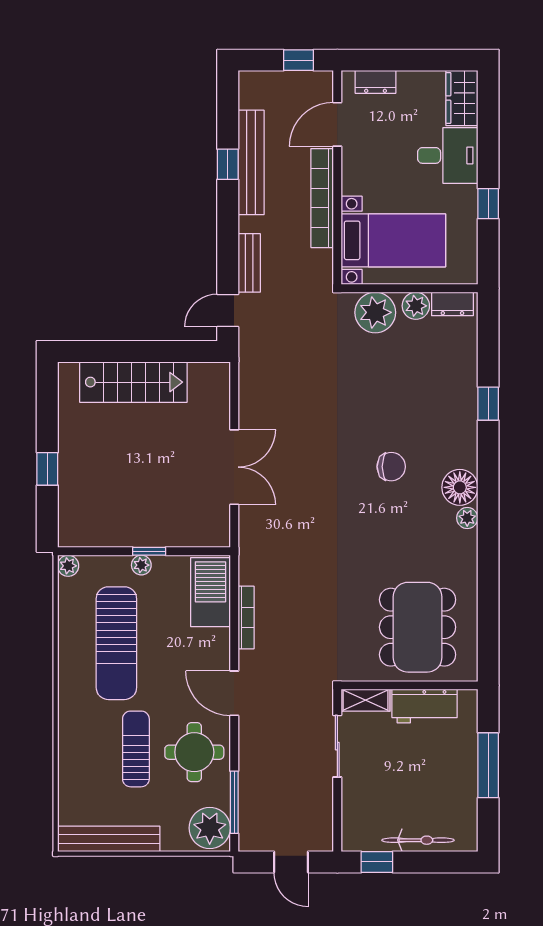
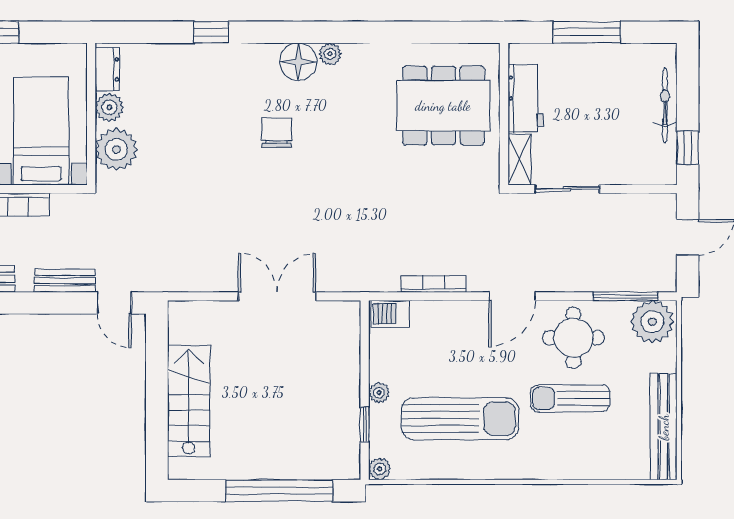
window: (47, 469) -> (279, 491), width x3.17
window: (149, 551) -> (365, 425), moved
barbecue: (210, 592) -> (390, 314), width x0.53, depth x0.65

